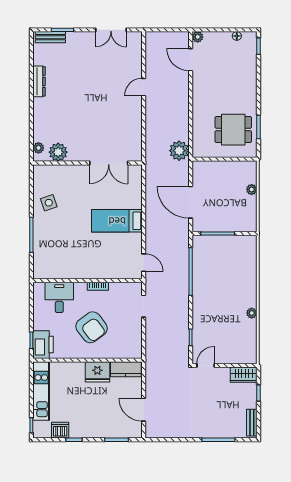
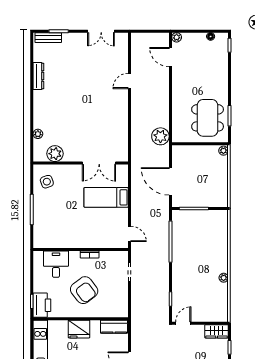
dining table: (233, 130) -> (208, 118), width x1.38
plant: (58, 152) -> (55, 154), moved
wall: (88, 163) -> (81, 163), moved
double door: (109, 163) -> (99, 163), moved
plant: (252, 189) -> (223, 151), moved
fridge: (97, 372) -> (79, 329), moved

